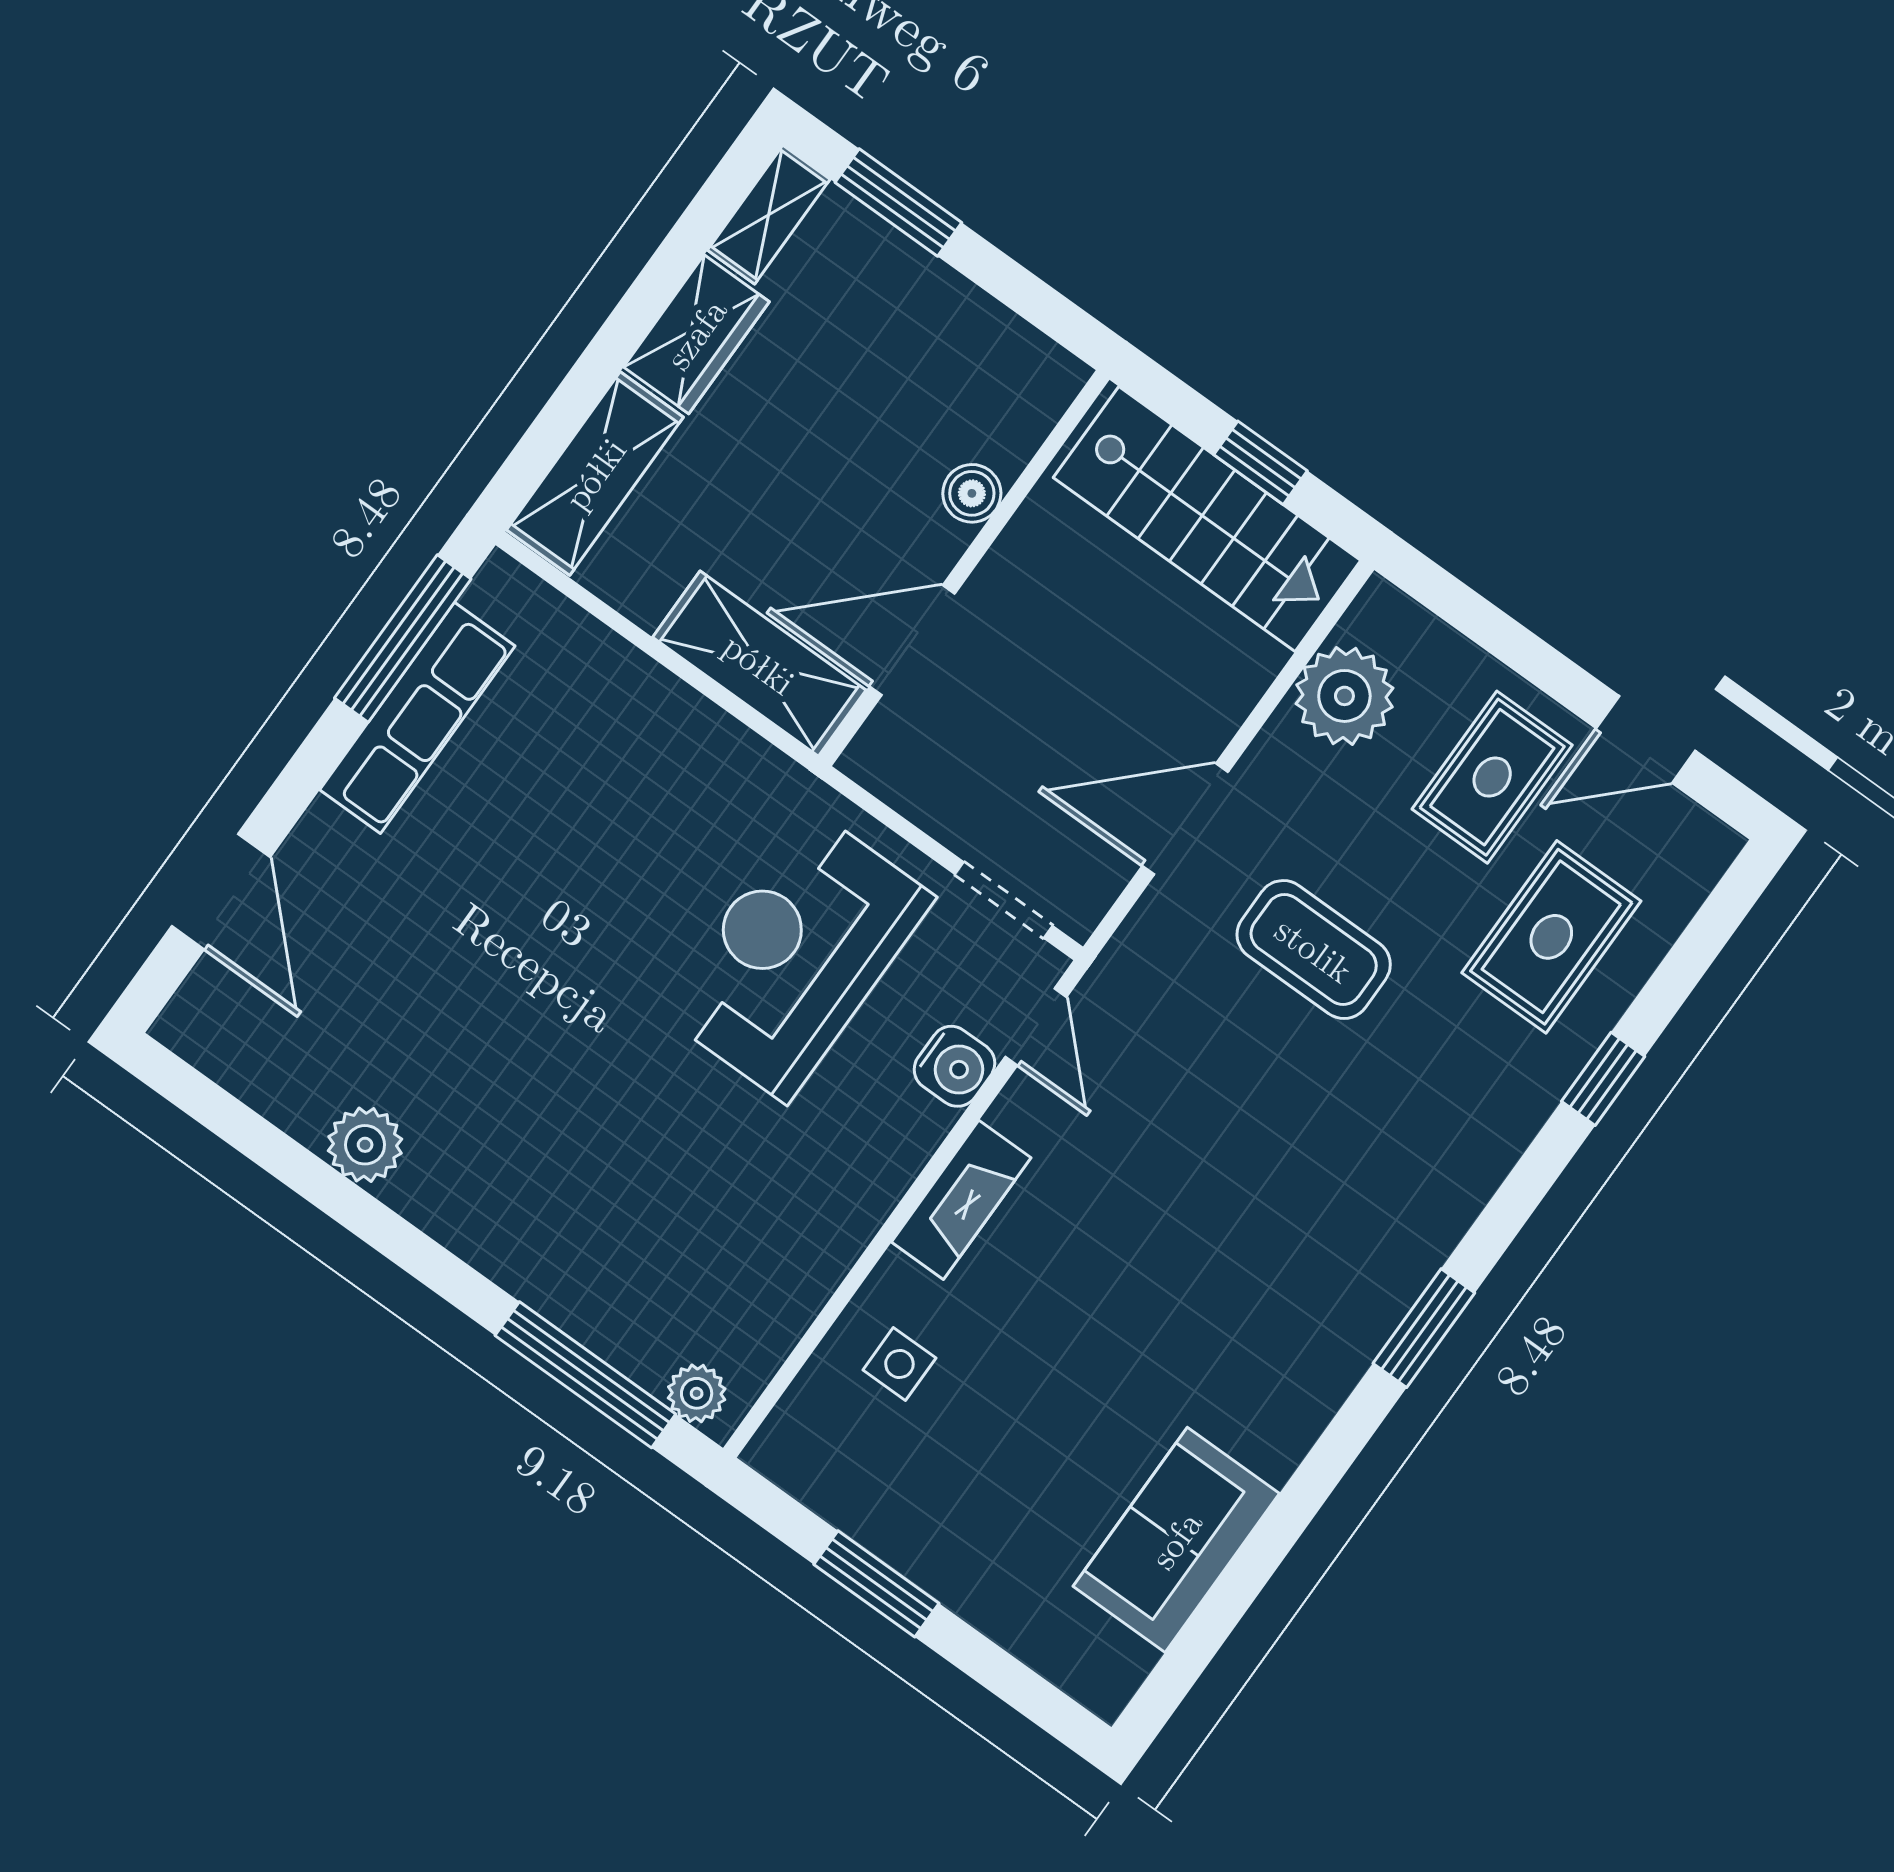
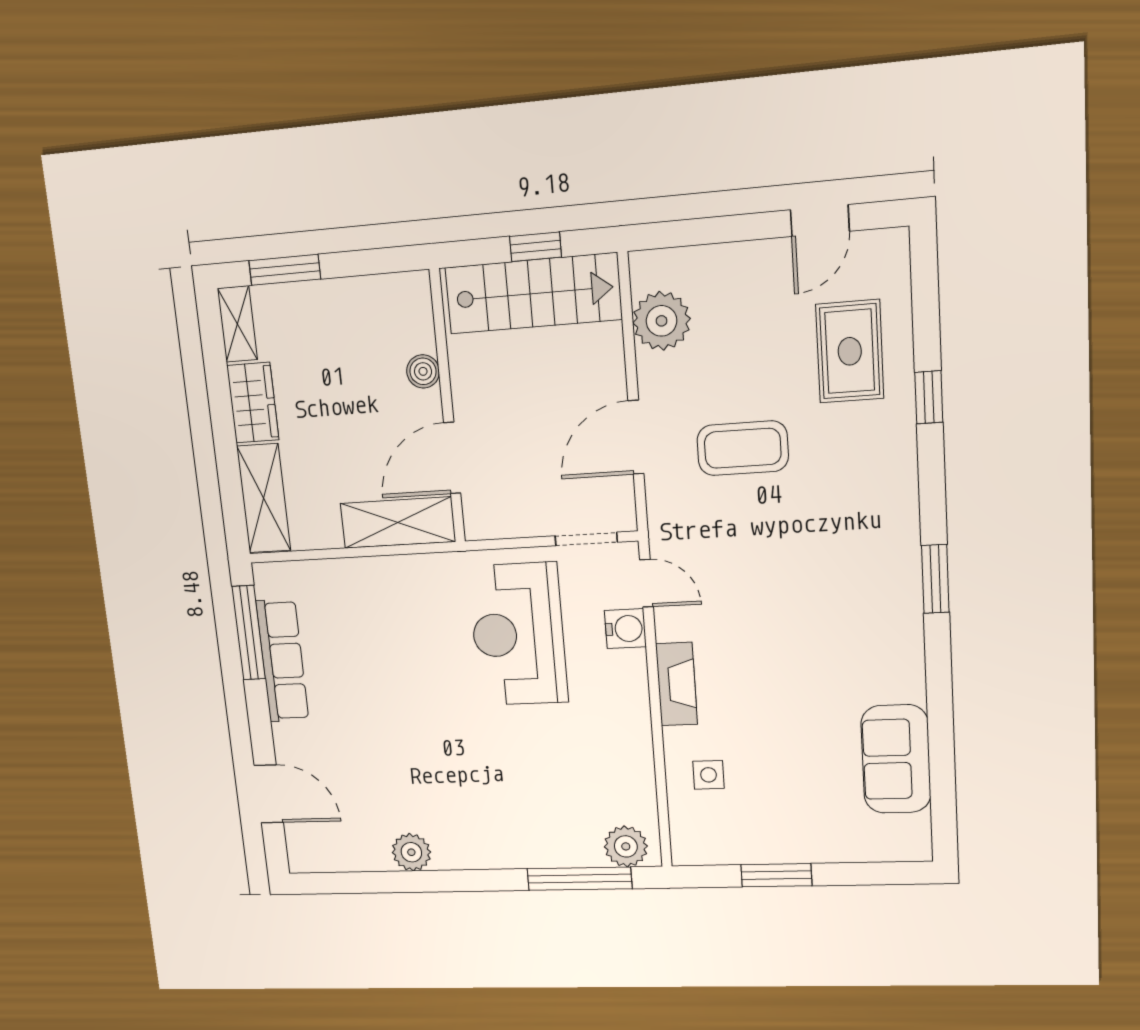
rug: (1492, 777) -> (761, 300), removed
plant: (697, 1393) -> (626, 846), width x1.38, depth x1.38

